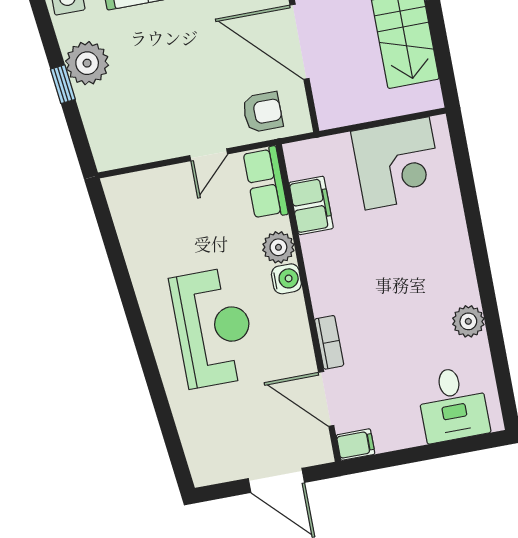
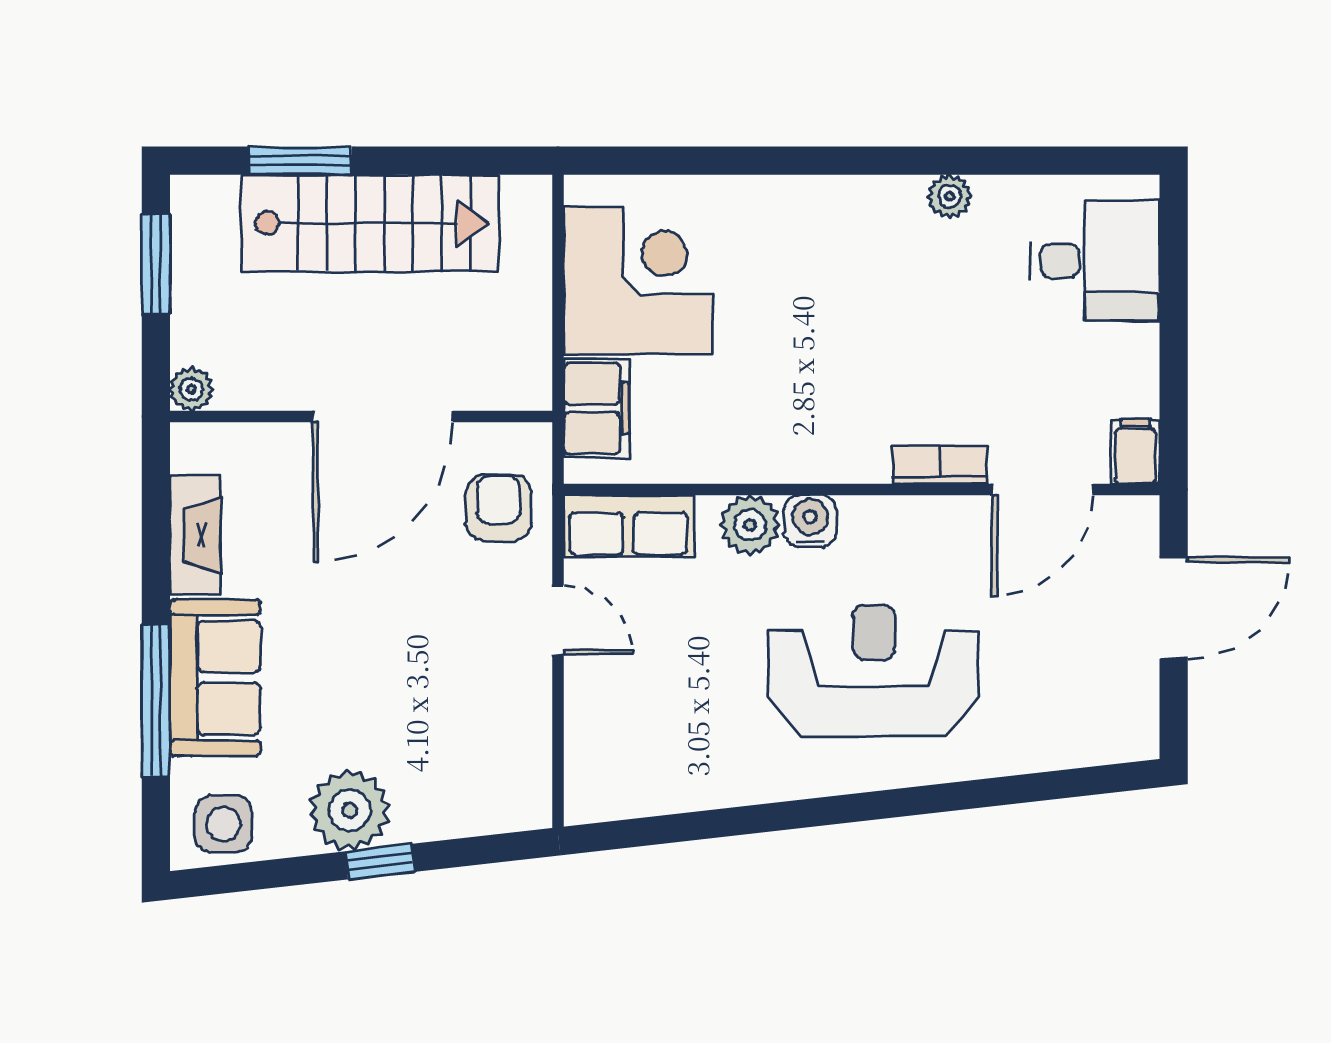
filing cabinet: (311, 205) -> (597, 408), moved, turned 90
plant: (468, 321) -> (950, 196), width x0.73, depth x0.73

